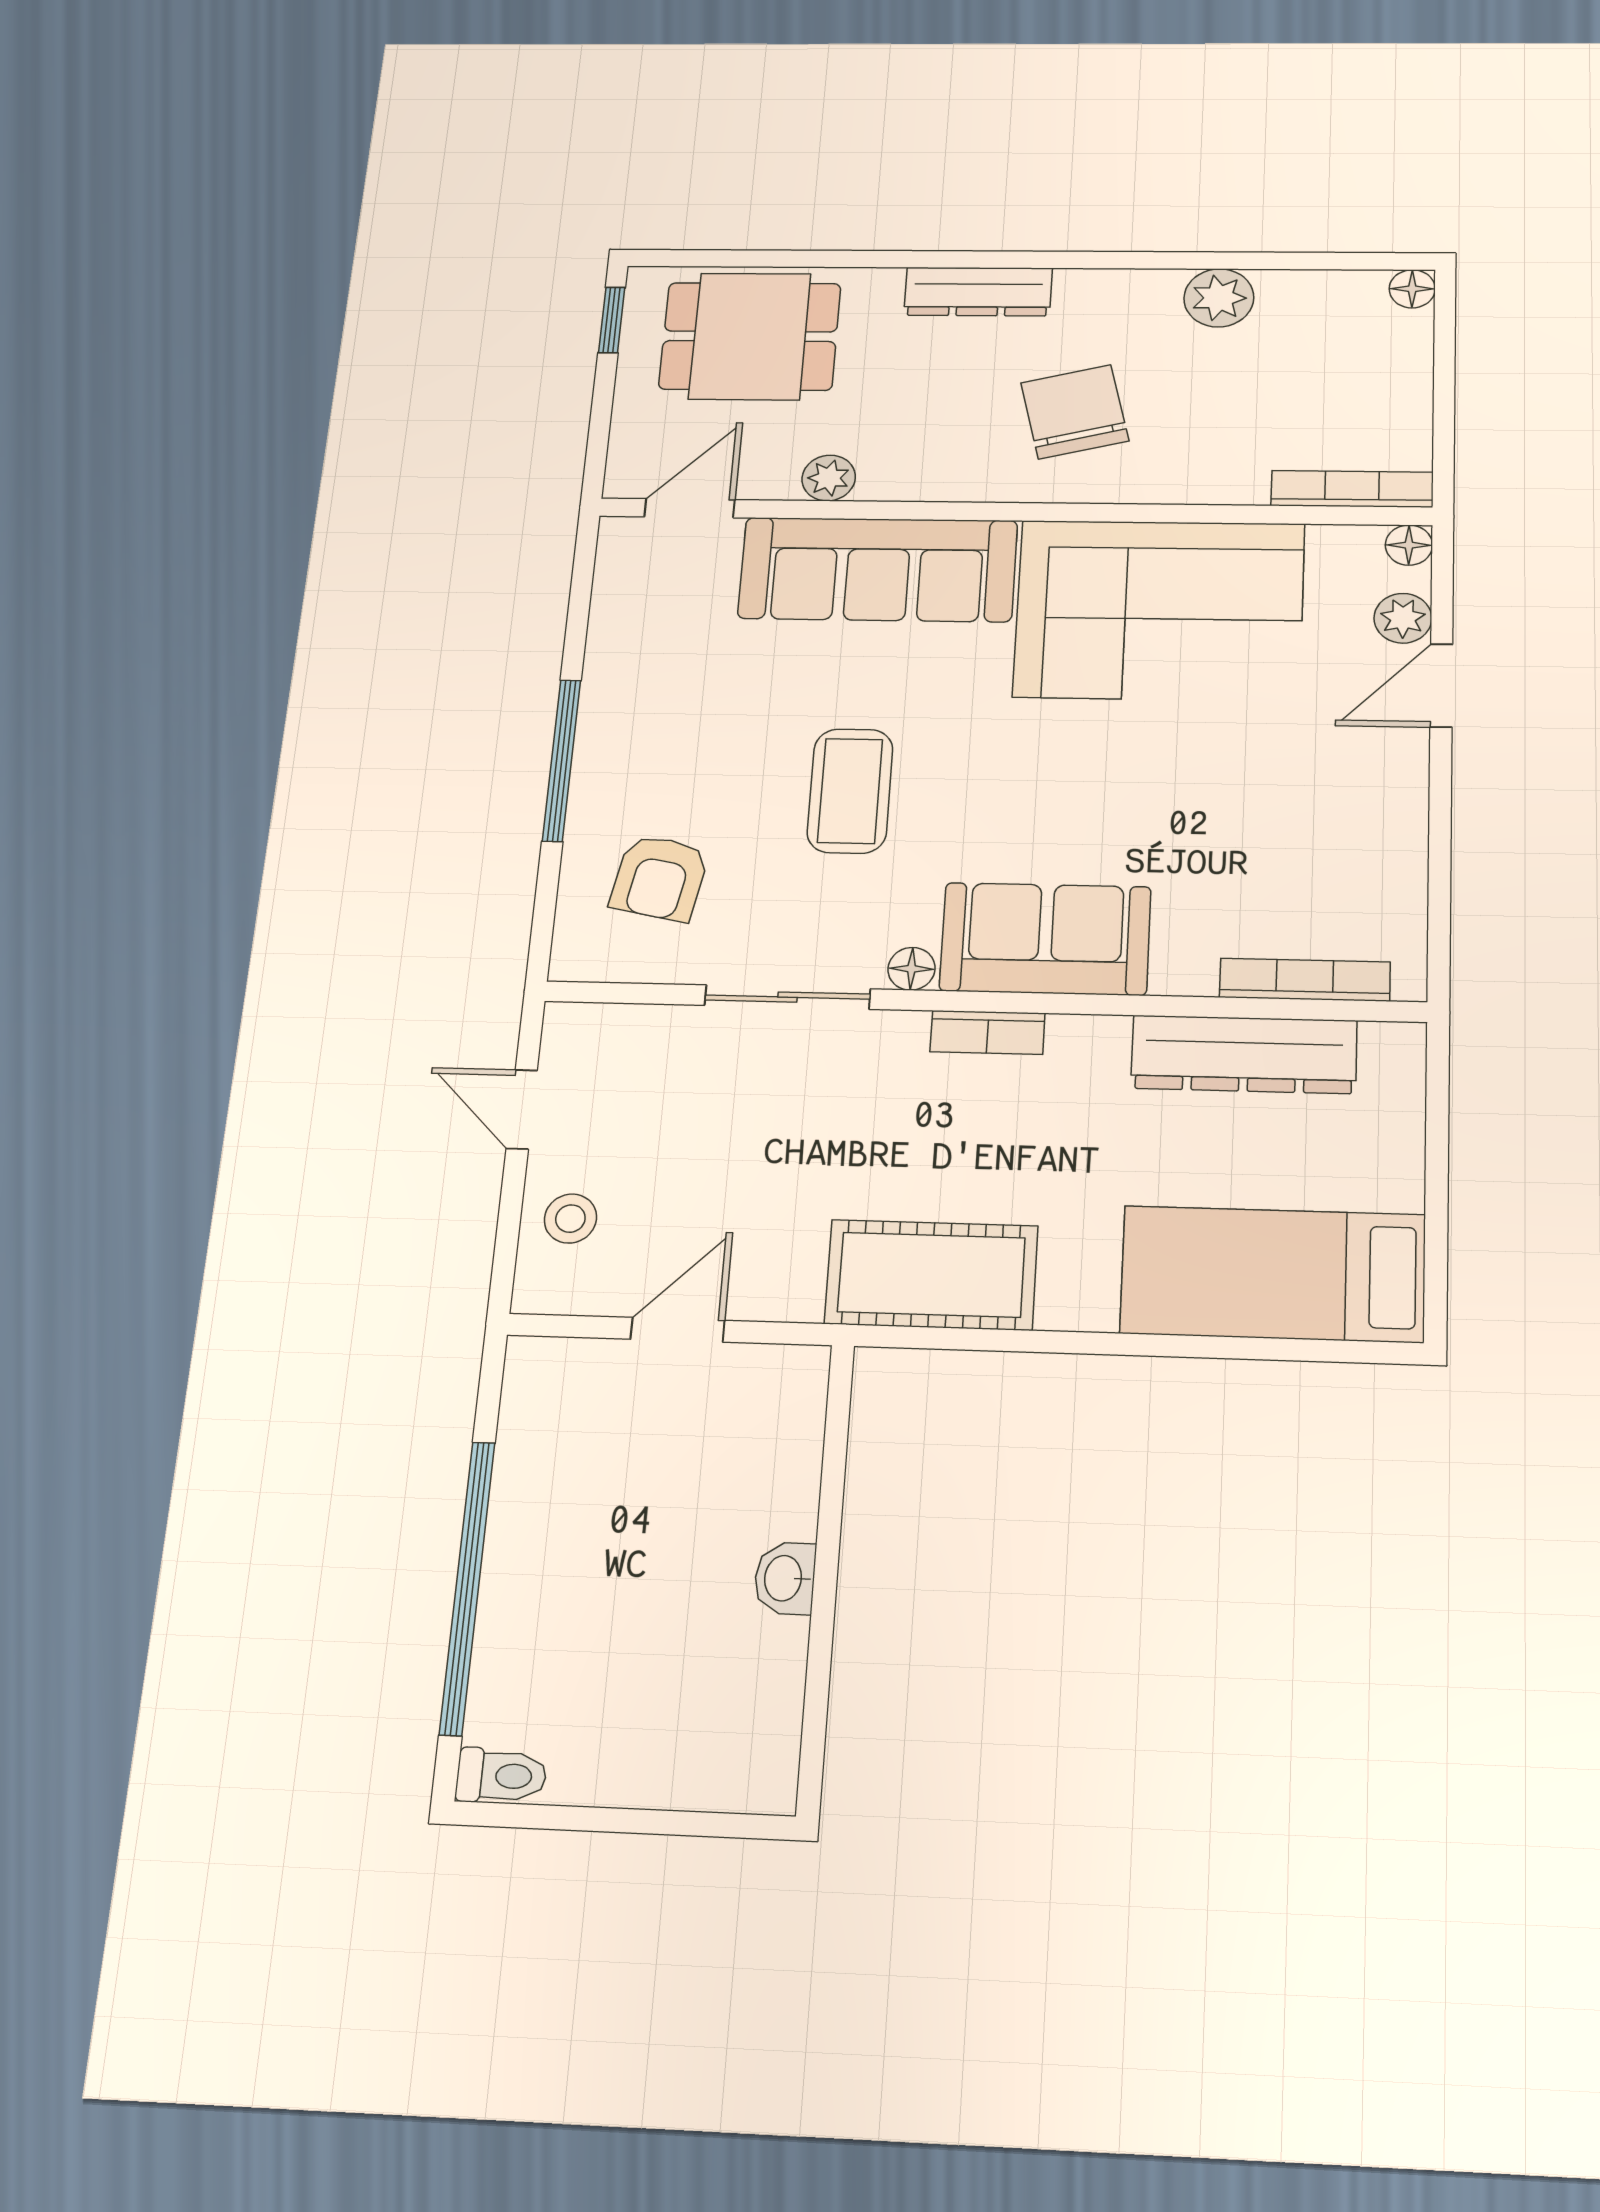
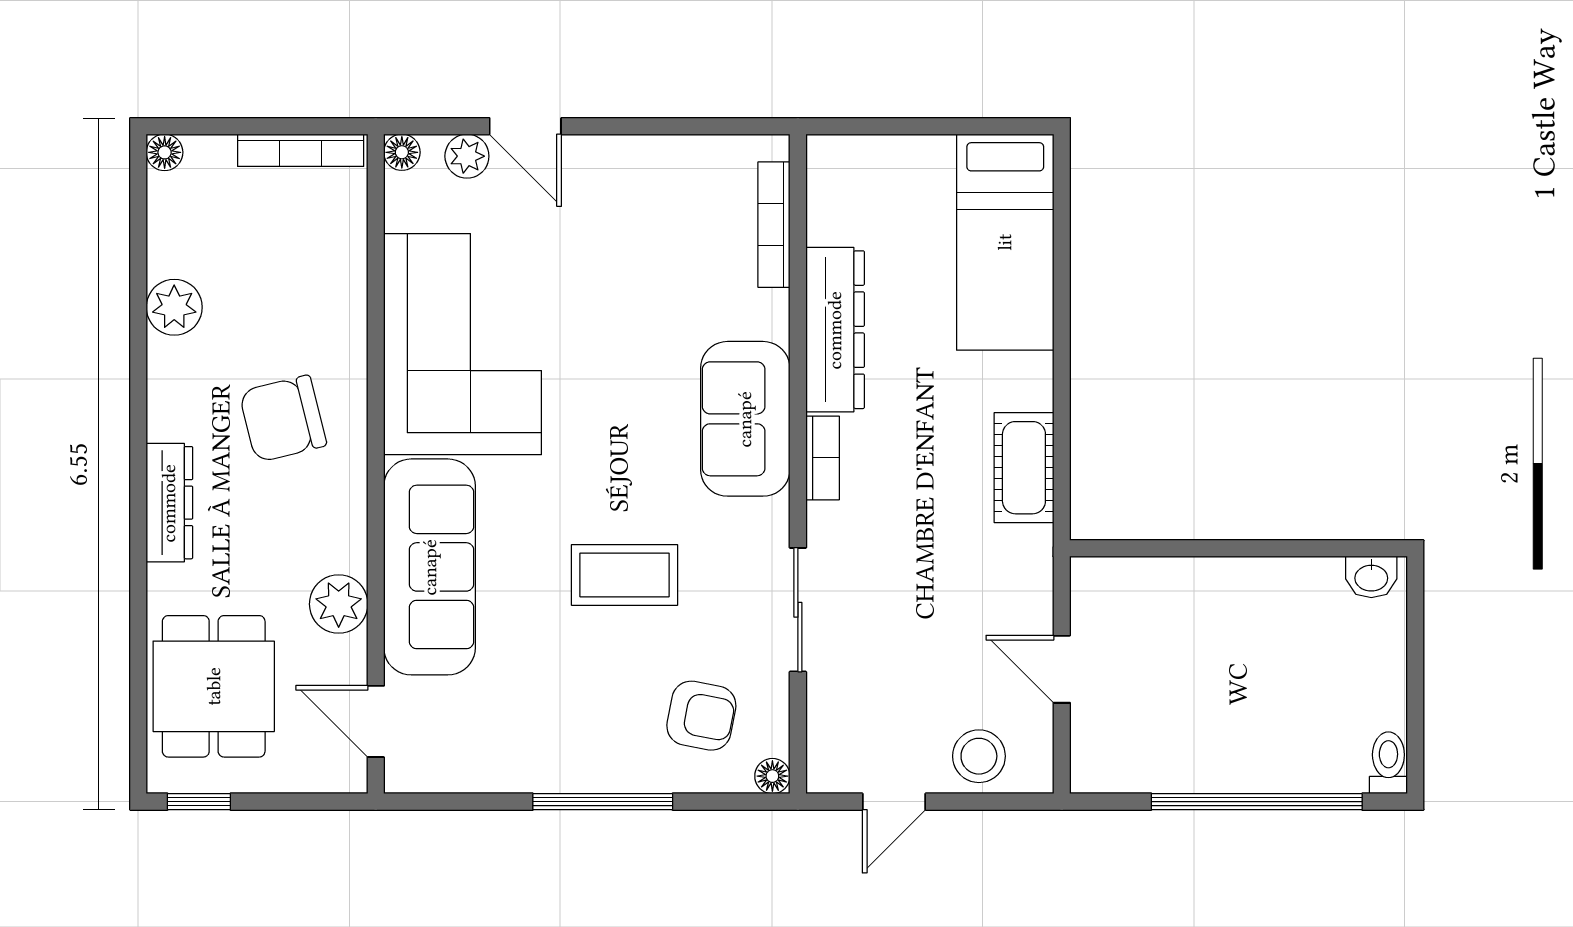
plant: (829, 478) -> (339, 604), width x1.38, depth x1.38
bookcase: (1352, 489) -> (301, 150), moved, turned -90
floor lamp: (911, 969) -> (772, 776), moved
dresser: (1244, 1054) -> (835, 330), moved
stool: (570, 1219) -> (979, 756), width x1.37, depth x1.37
cot: (931, 1275) -> (1024, 468), width x0.73, depth x0.75
washbasin: (785, 1578) -> (1371, 577), moved

